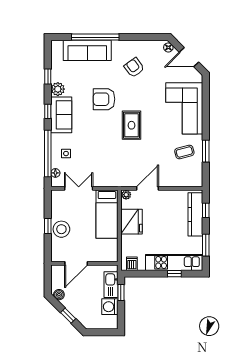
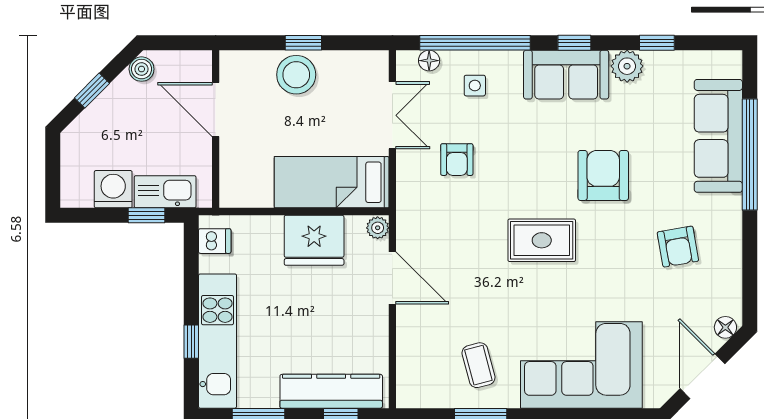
armchair: (134, 68) -> (678, 247), turned 116
armchair: (97, 161) -> (457, 160), added

